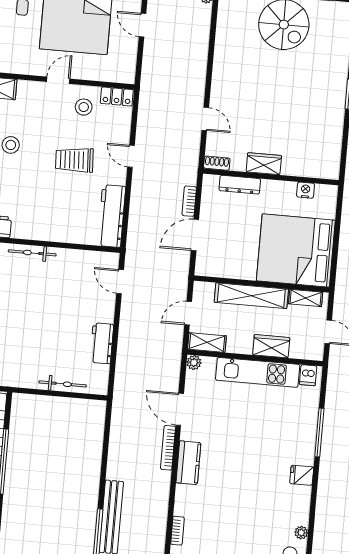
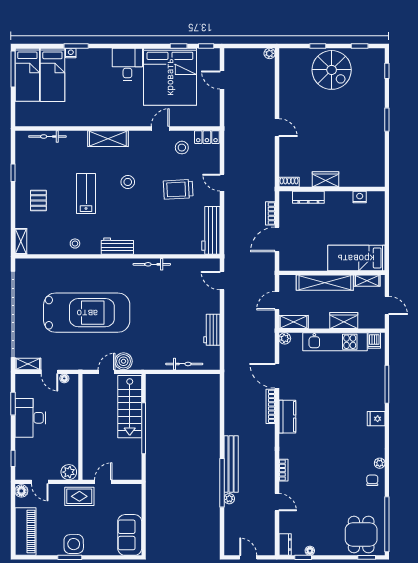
door: (205, 119) -> (277, 128), moved
bed: (296, 250) -> (356, 258), width x0.49

